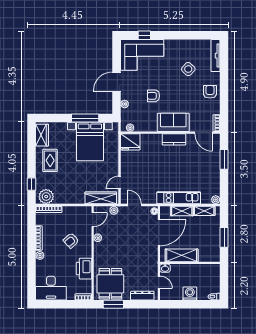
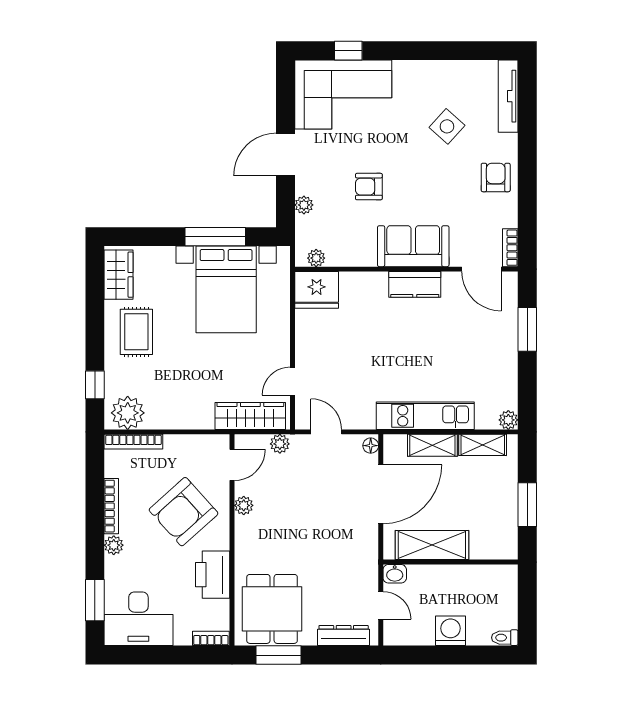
armchair: (71, 241) -> (184, 512), width x1.88, depth x1.88
window: (32, 280) -> (95, 600), added

